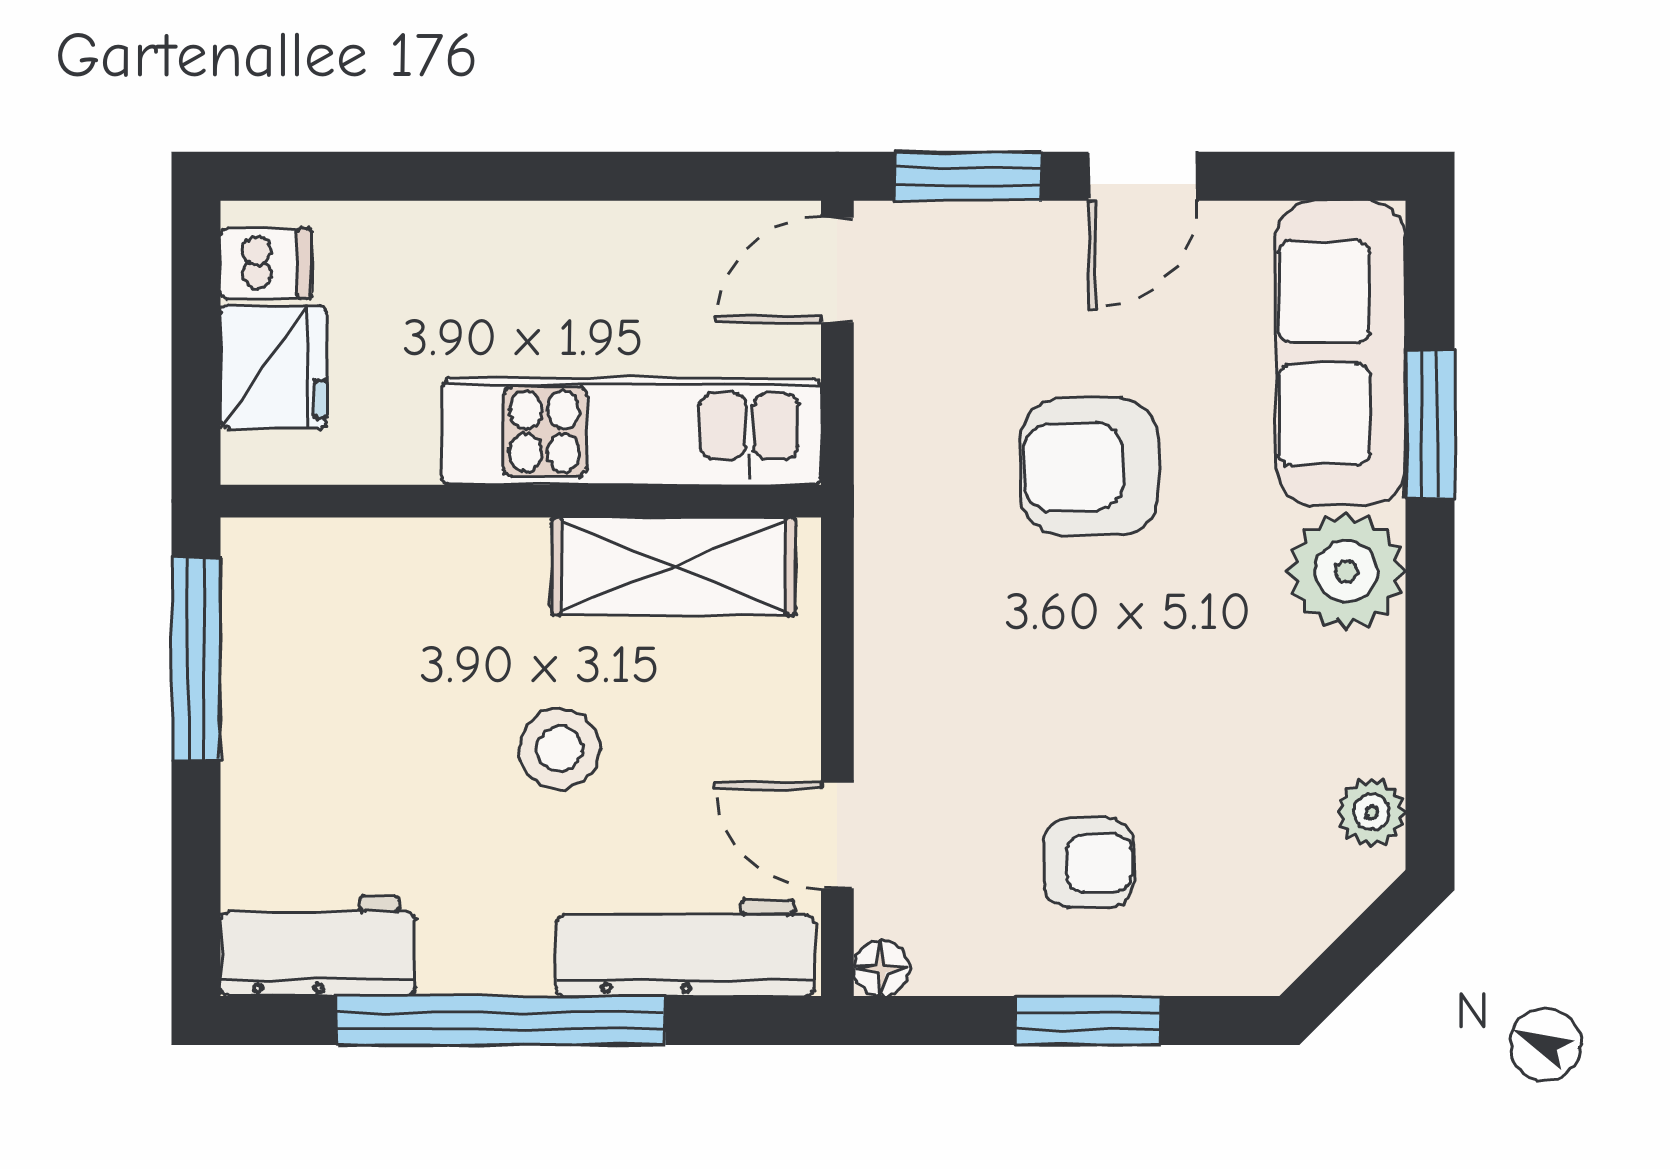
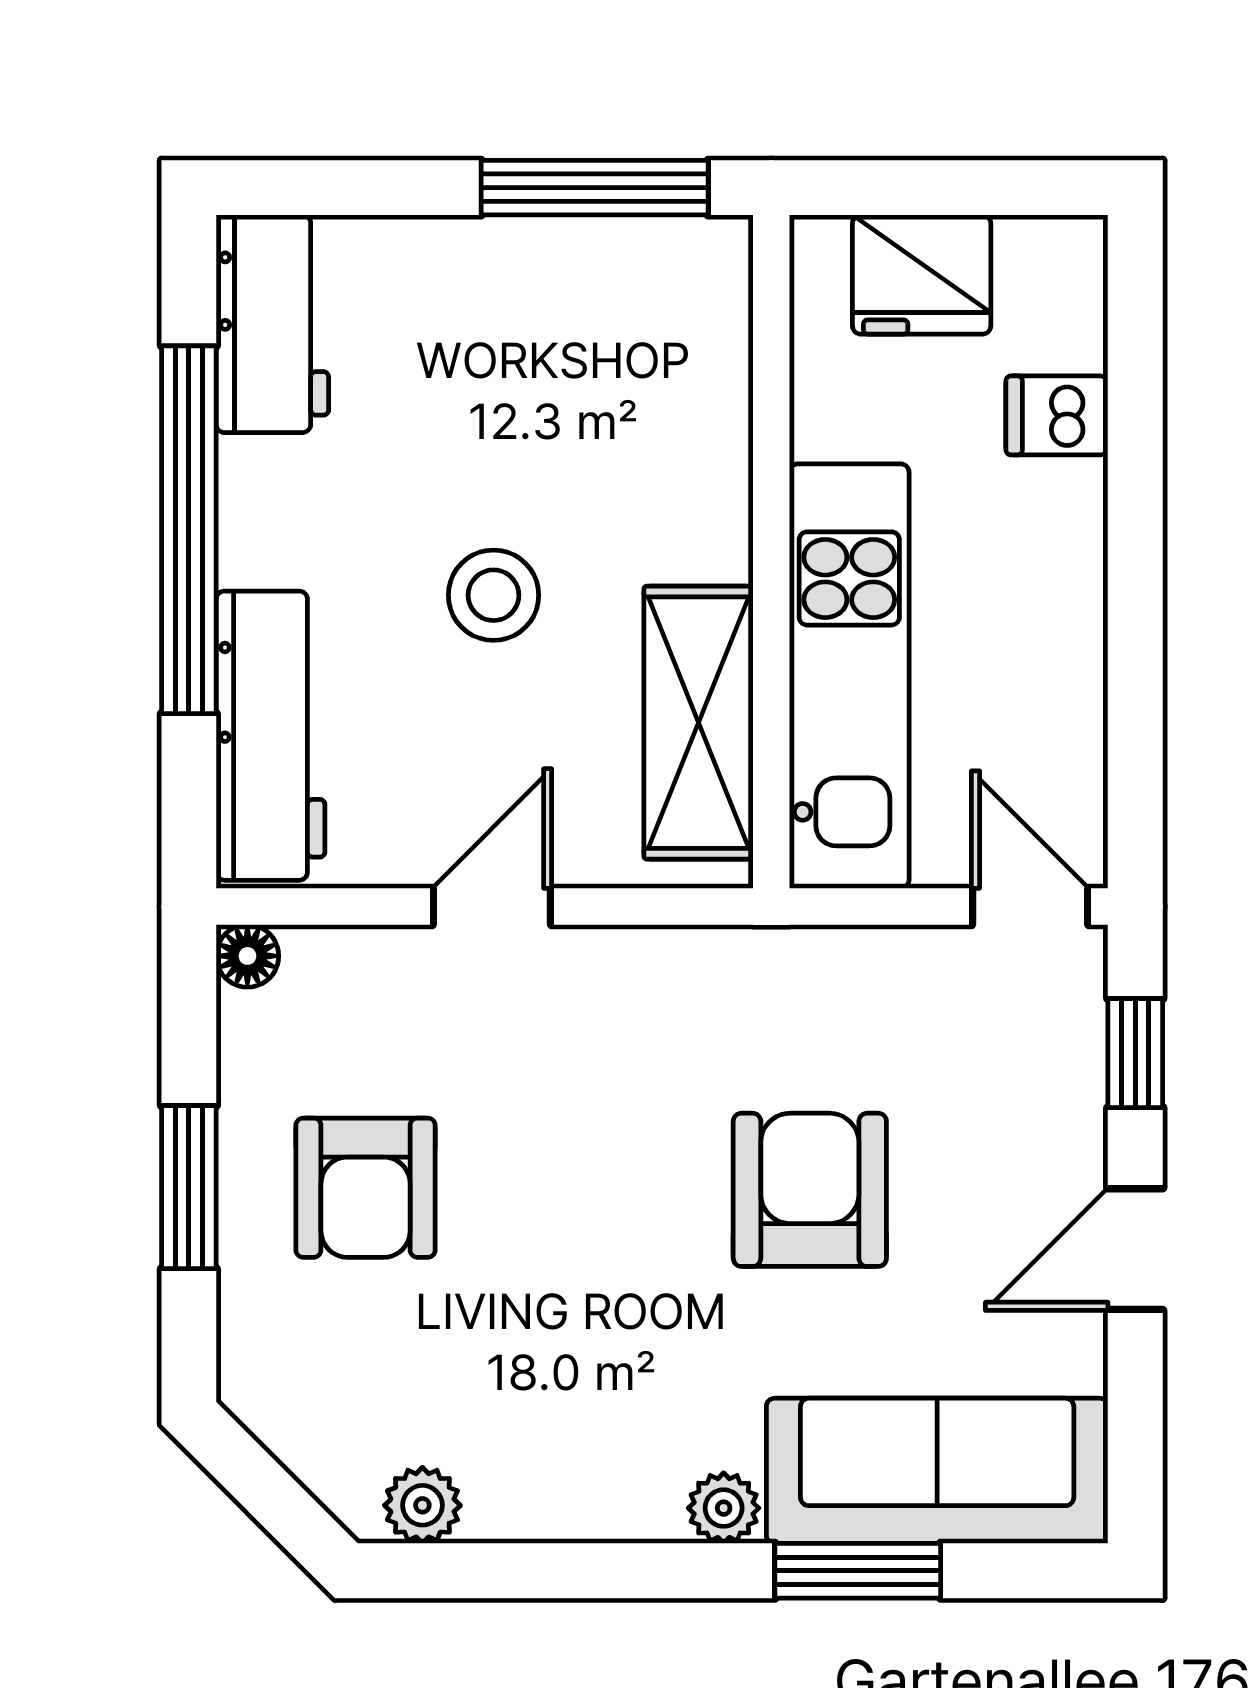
window: (968, 176) -> (1135, 1053), width x0.67
door: (1143, 176) -> (1135, 1249), hinge flipped
dishwasher: (266, 263) -> (1057, 415), moved, turned 90
plant: (1346, 571) -> (724, 1508), width x0.53, depth x0.53
door: (837, 835) -> (492, 906), moved
armchair: (1088, 863) -> (366, 1188), width x1.38, depth x1.38

